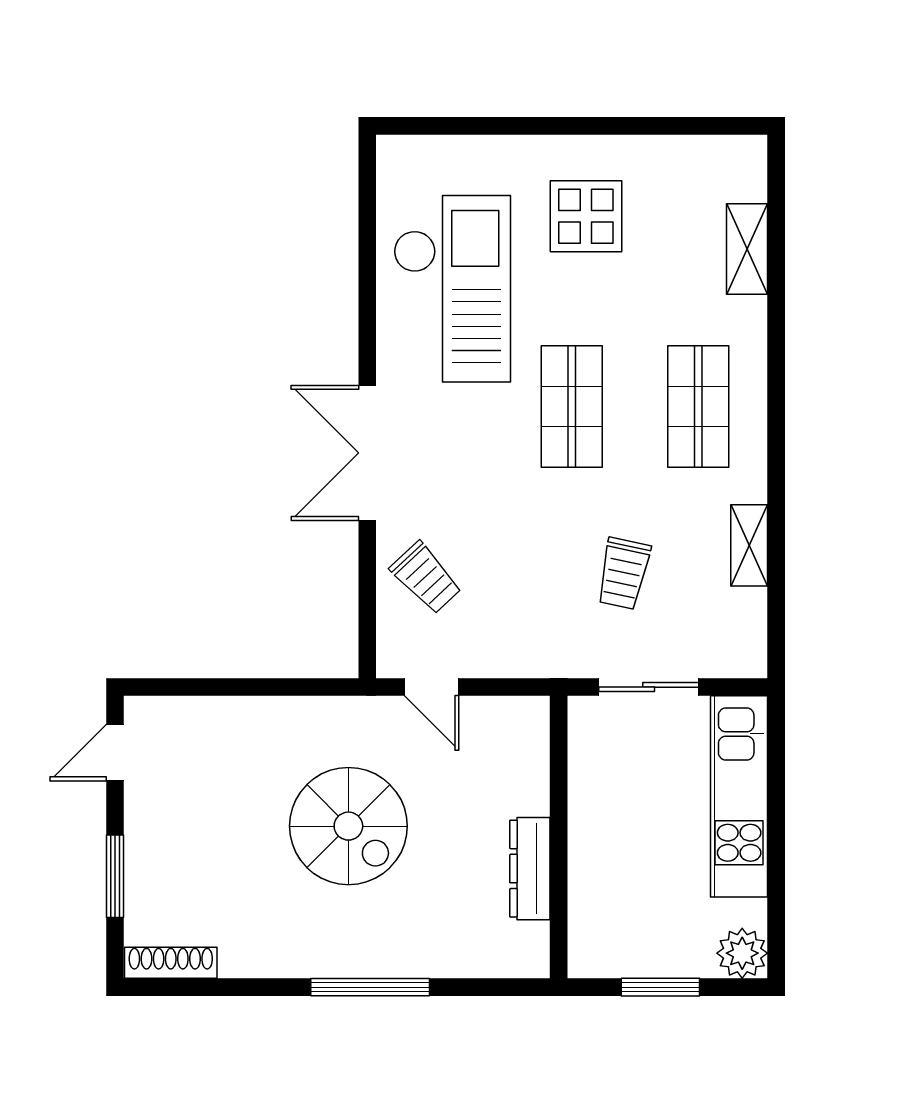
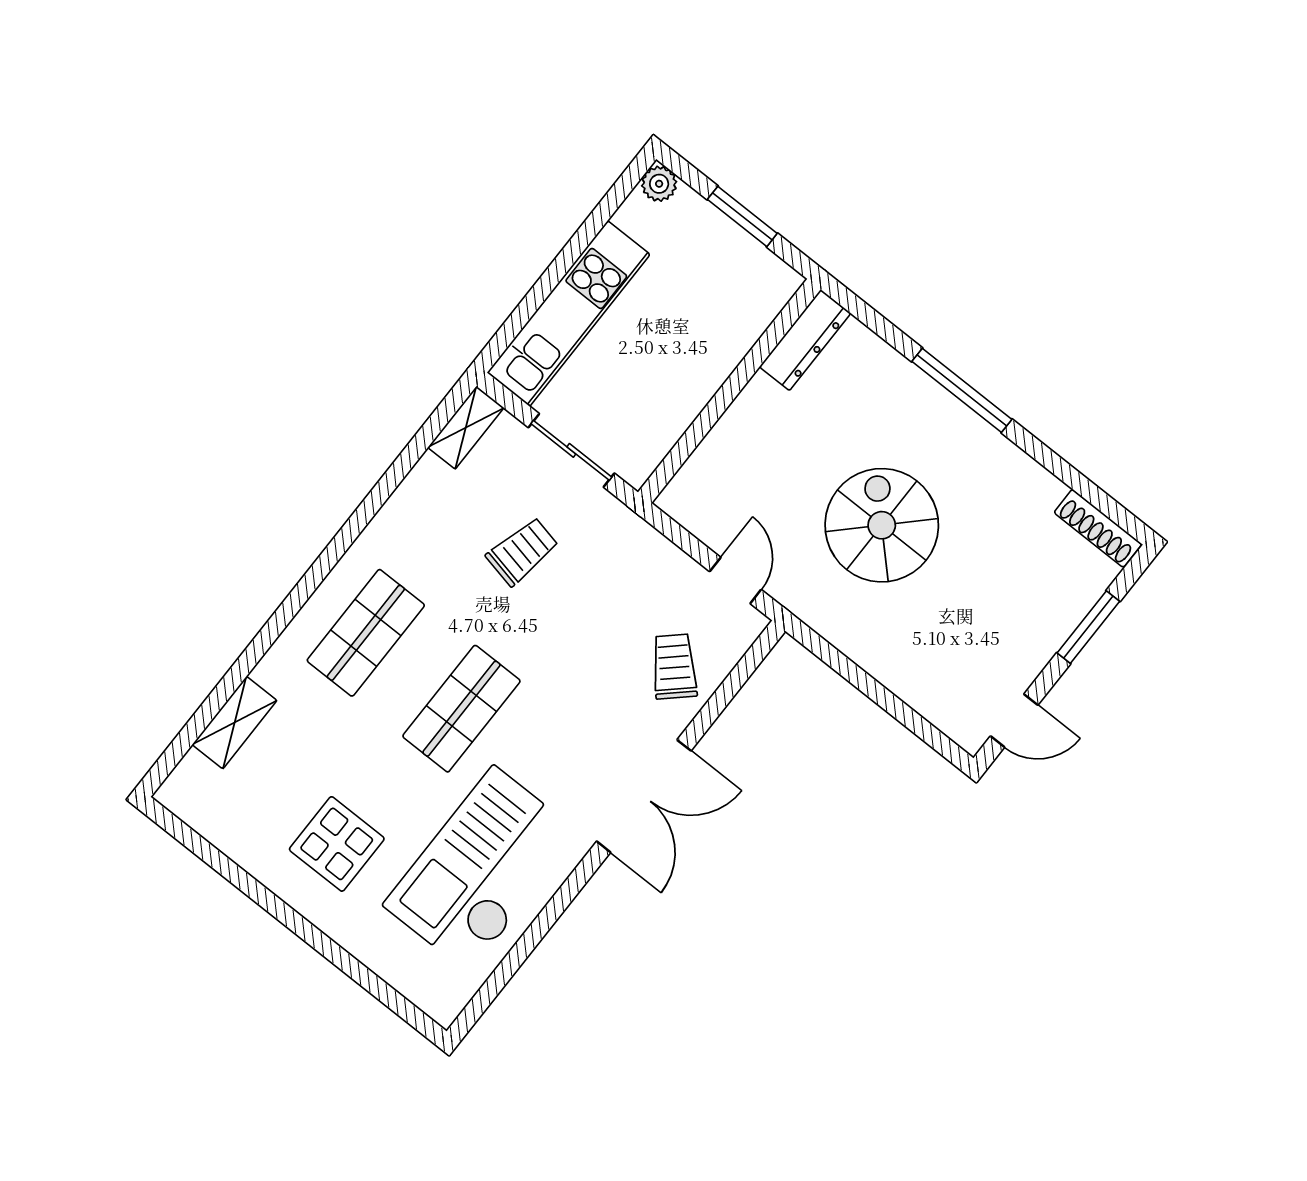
shelving: (749, 545) -> (466, 428), moved
dresser: (530, 869) -> (805, 340), moved
plant: (742, 953) -> (659, 184), width x0.73, depth x0.73

